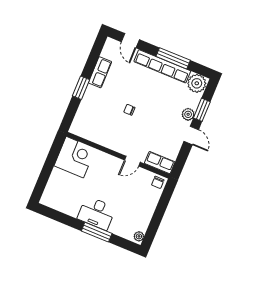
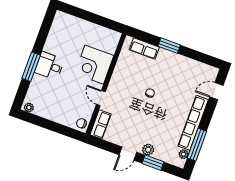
window: (173, 58) -> (197, 145), moved
row of seats: (100, 72) -> (144, 48), moved
plant: (197, 83) -> (184, 154), width x0.53, depth x0.53
corner desk: (75, 157) -> (94, 65), moved, turned 90
desk: (97, 213) -> (49, 66), width x0.73

